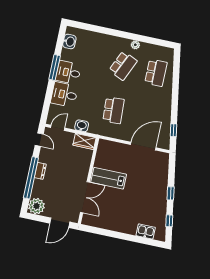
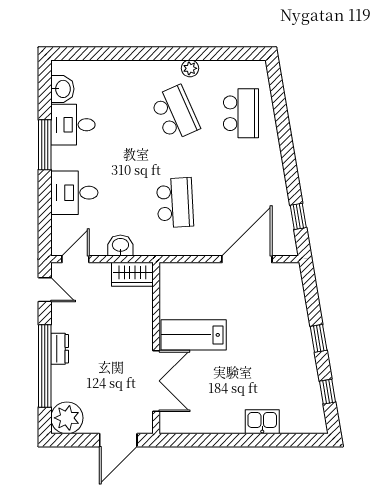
school desk: (123, 66) -> (175, 113), turned -48
desk: (68, 72) -> (73, 125), moved
kitchen sink: (146, 231) -> (262, 422), moved

